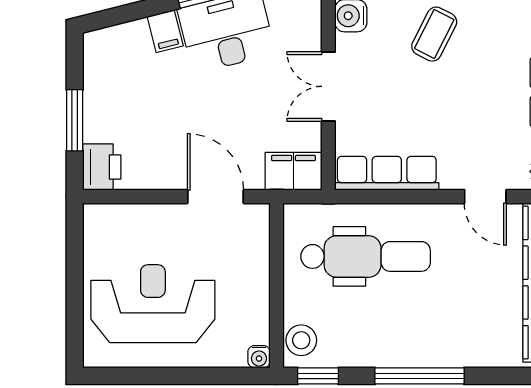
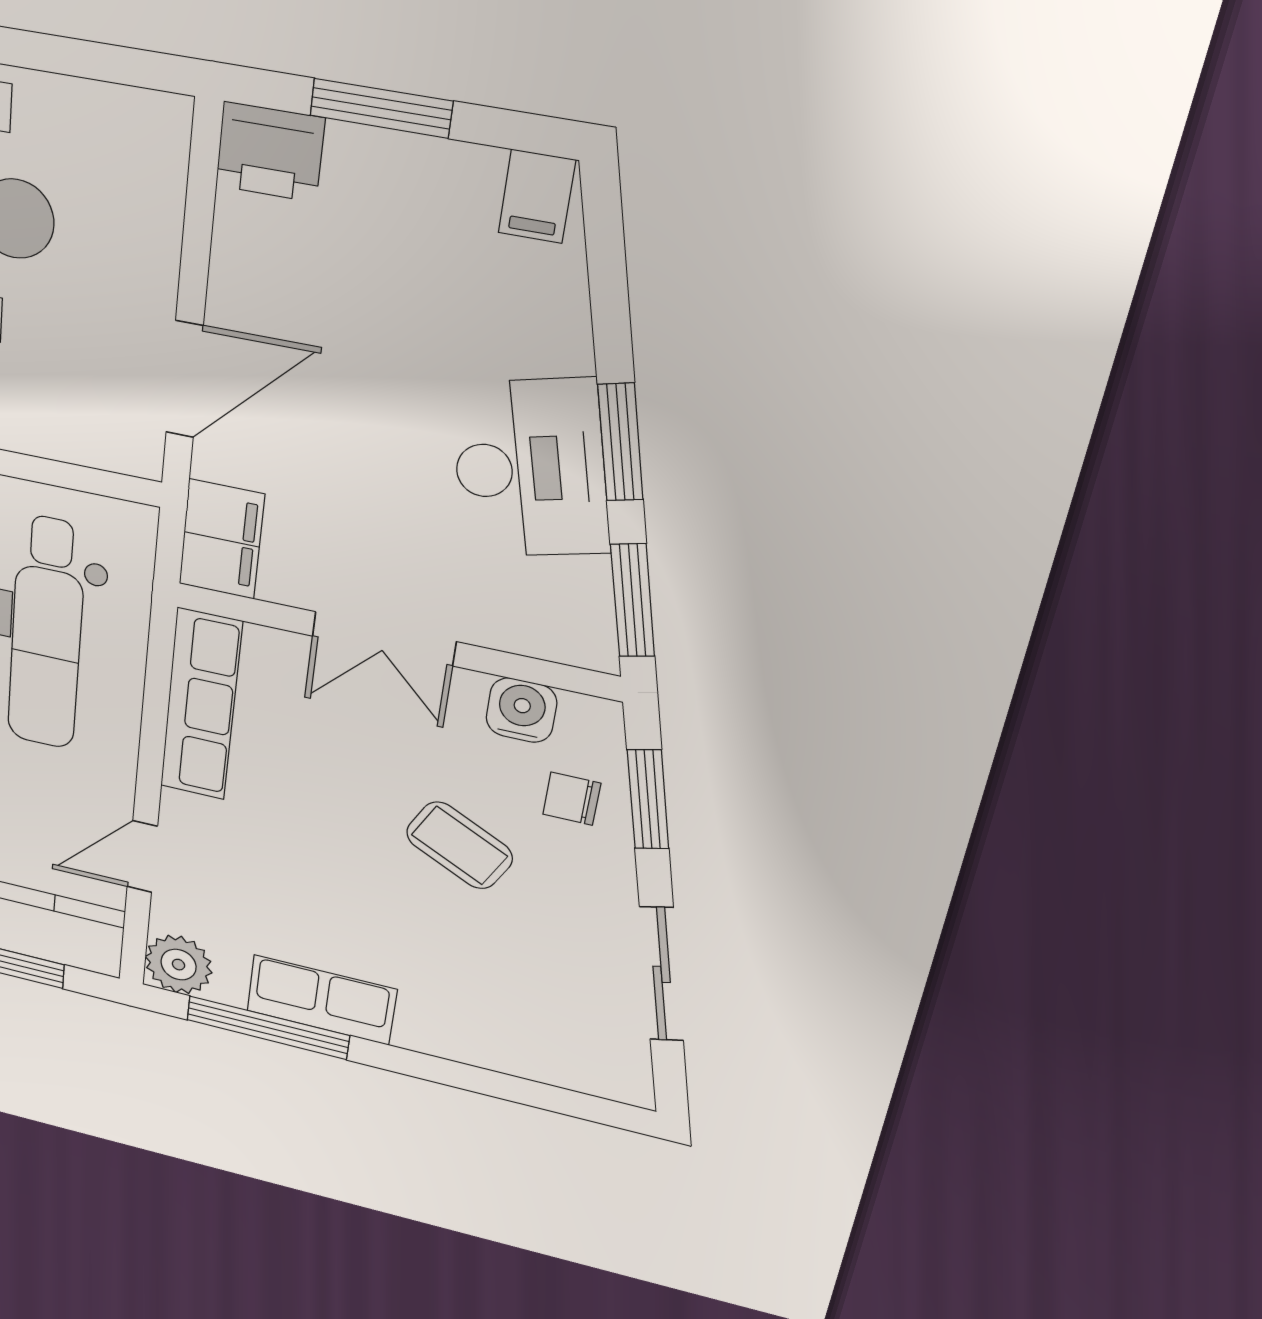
filing cabinet: (165, 31) -> (537, 196), moved, turned -76
double door: (328, 86) -> (384, 639), swing flipped

